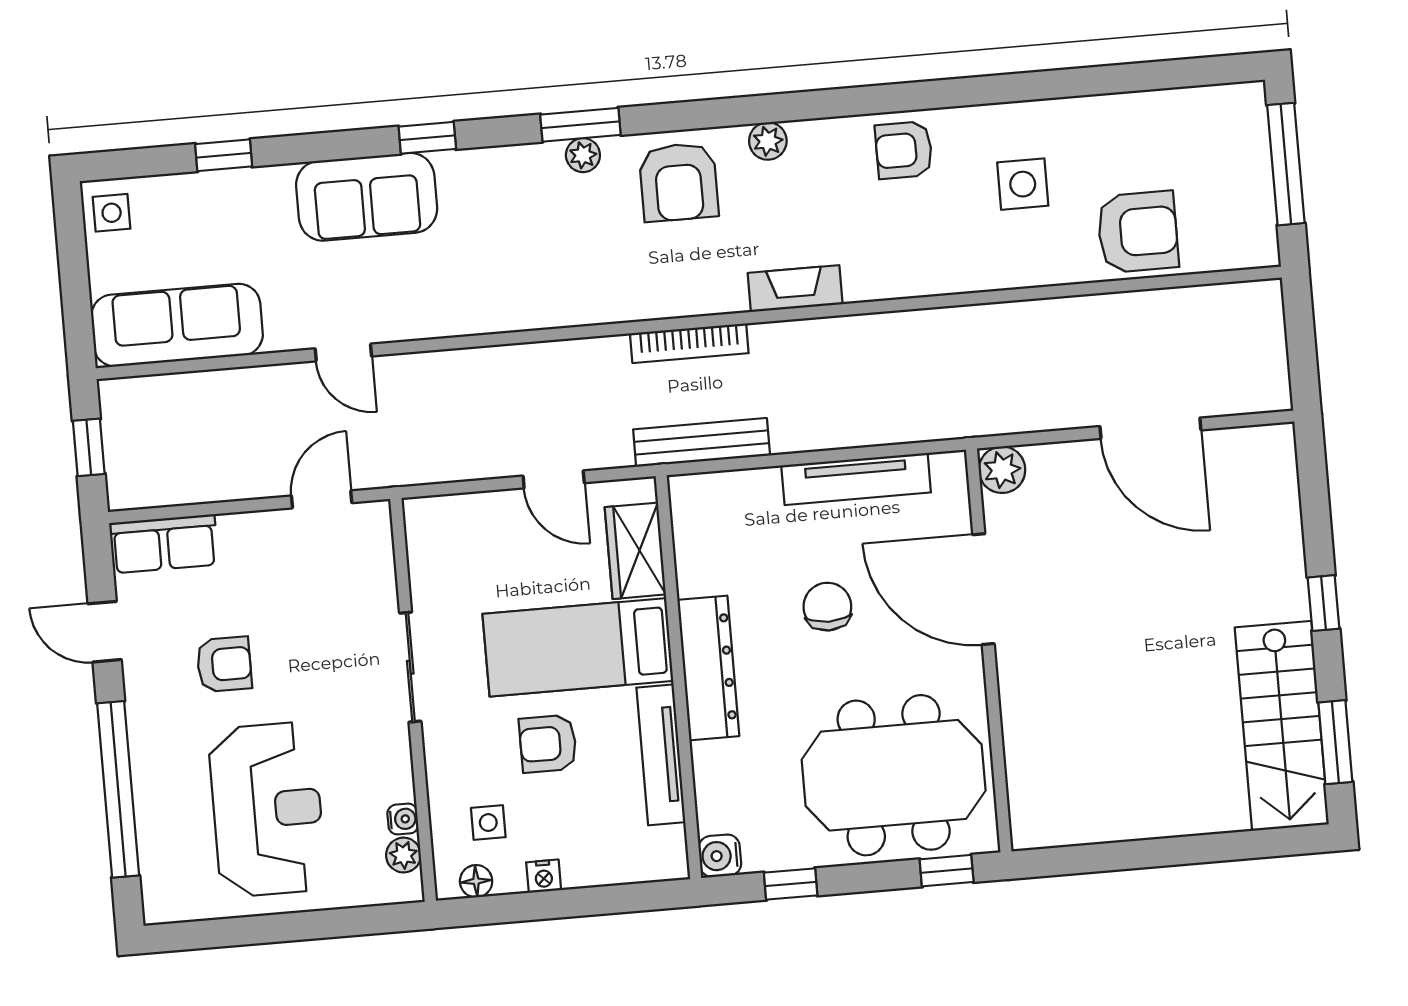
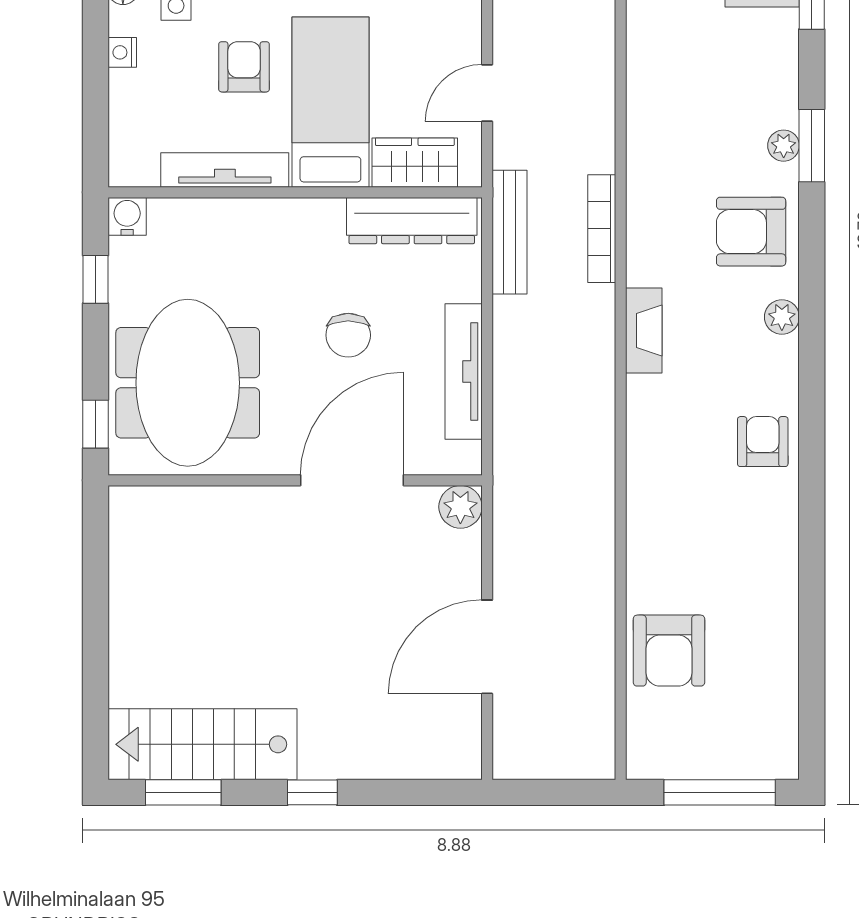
side table: (1023, 184) -> (722, 548), removed
chair: (827, 607) -> (348, 335), turned 90
dresser: (708, 668) -> (412, 221), moved

